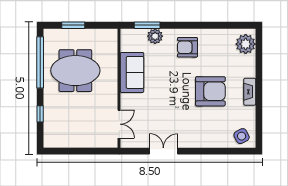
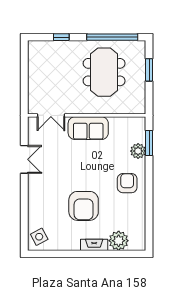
plant: (246, 44) -> (119, 241), moved
sofa: (132, 72) -> (88, 128), moved
fireplace: (250, 92) -> (94, 245), moved

